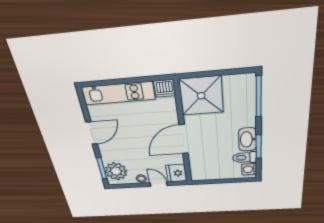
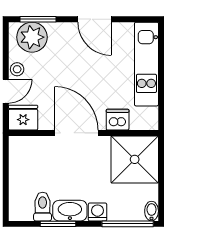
bidet: (247, 78) -> (152, 211), added
dishwasher: (165, 88) -> (118, 120), moved, turned 90
washing machine: (249, 169) -> (97, 212), moved

